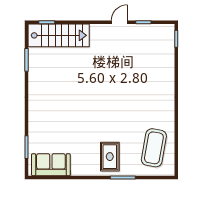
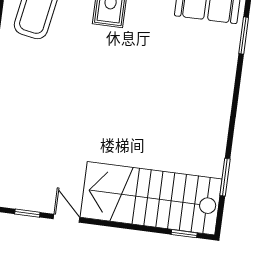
door: (119, 22) -> (66, 218), swing flipped
stairs: (59, 35) -> (151, 198), width x1.36, depth x1.51

